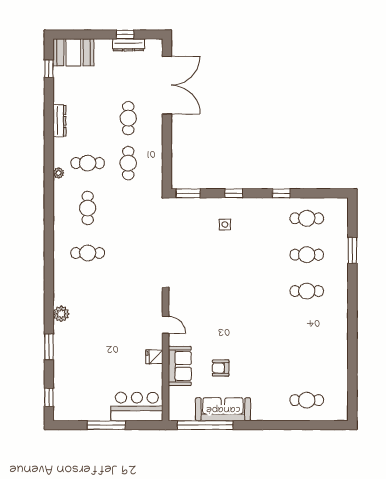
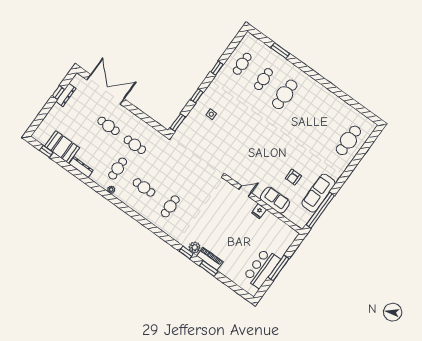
booth: (73, 52) -> (62, 147), moved, turned 90
cafe table: (307, 291) -> (285, 94), width x1.37, depth x1.35
piano: (61, 340) -> (210, 259), added
window: (49, 397) -> (186, 252), moved
cafe table: (307, 400) -> (348, 140), width x1.37, depth x1.35
bar counter: (137, 407) -> (262, 268), moved

